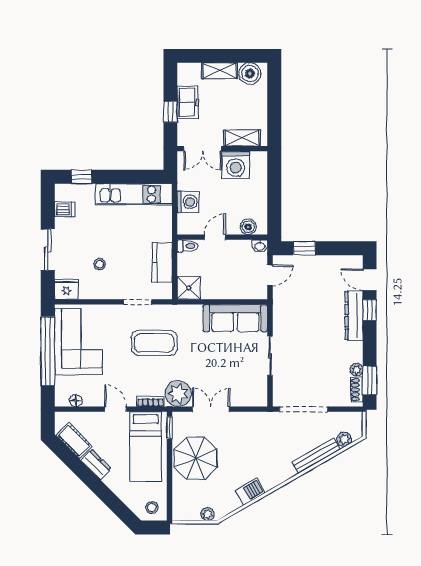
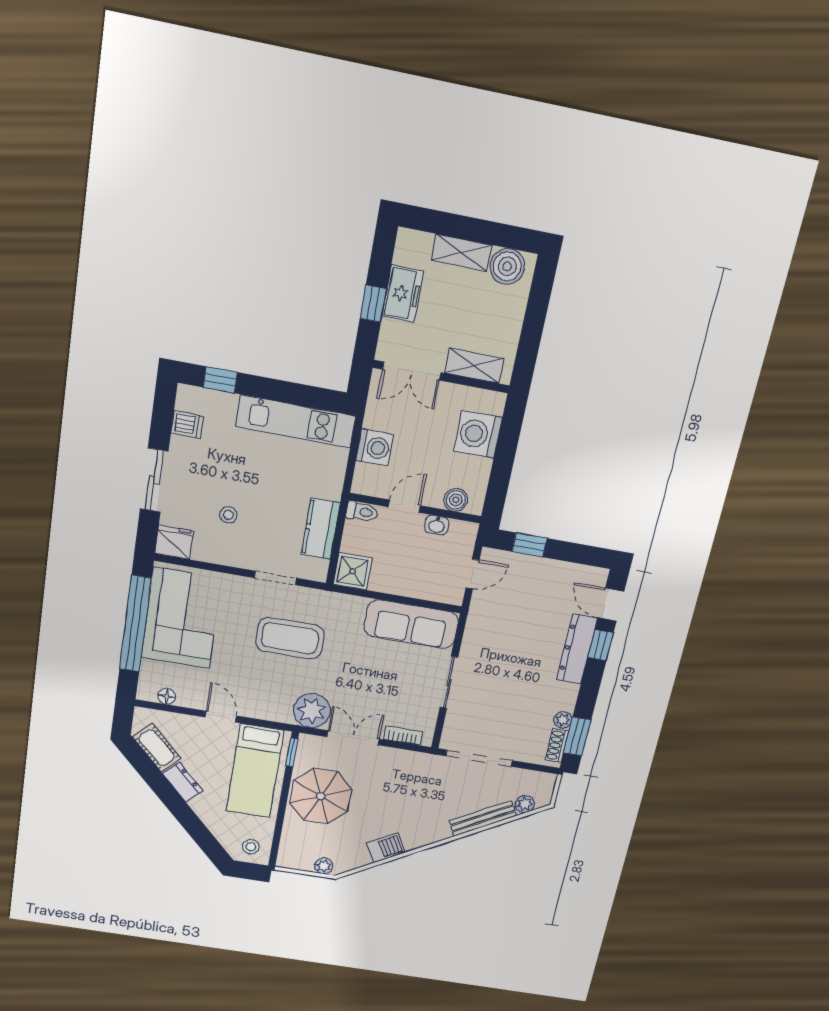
washing machine: (236, 165) -> (478, 434), moved, turned 90
washbasin: (260, 246) -> (437, 525), moved
bookcase: (151, 401) -> (403, 736), moved

